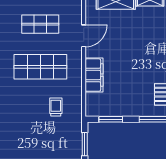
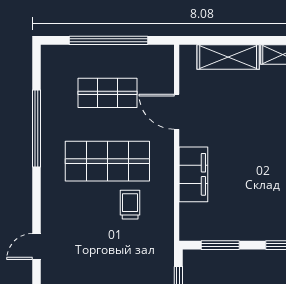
door: (84, 36) -> (177, 112), swing flipped
trolley: (56, 107) -> (130, 205), moved

